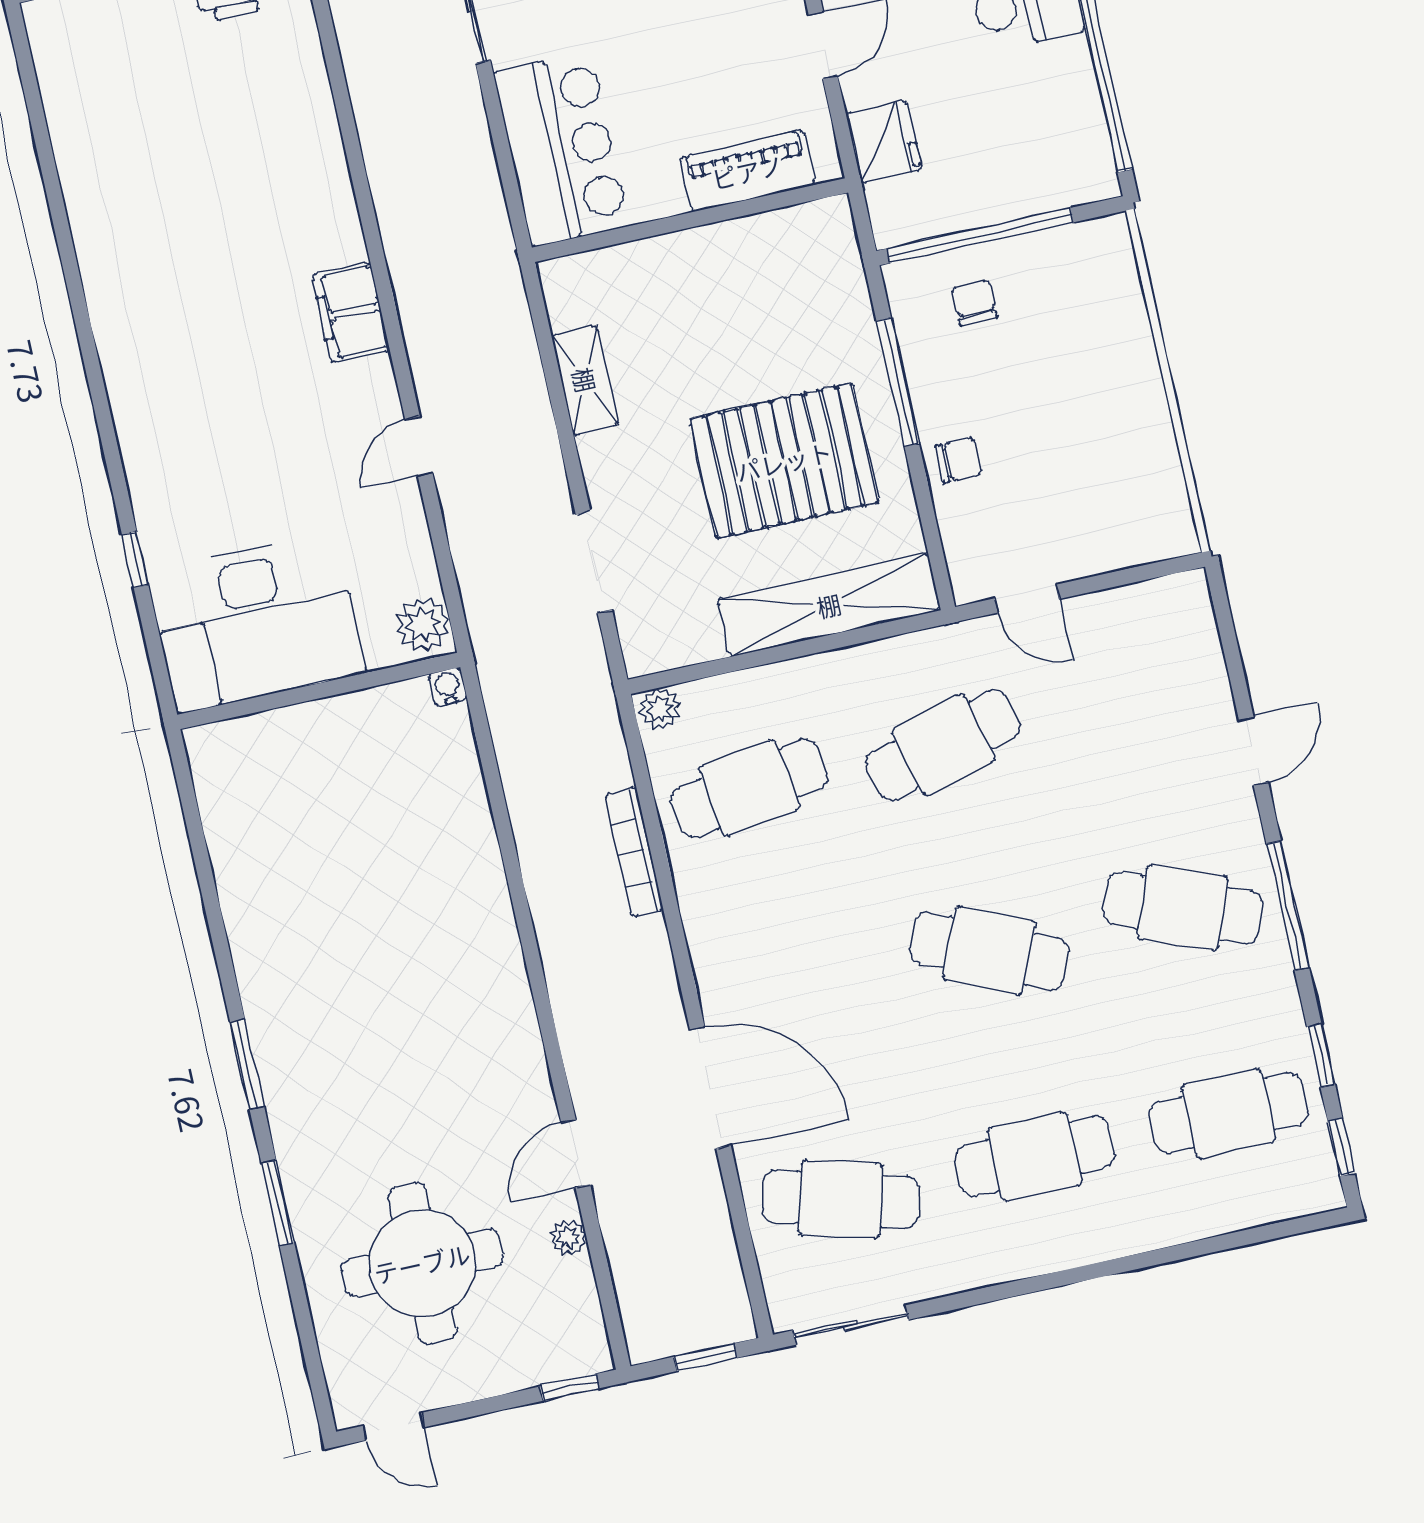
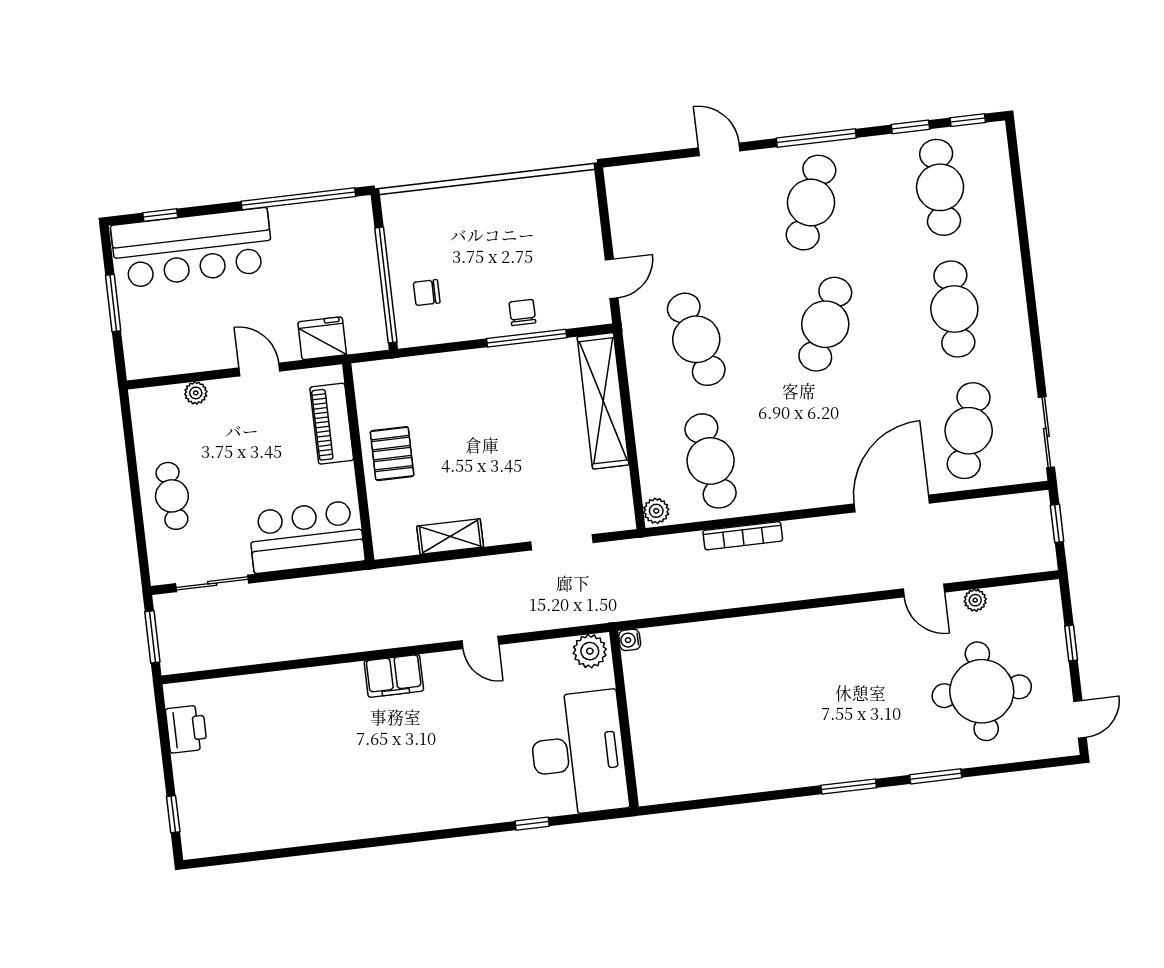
window: (898, 382) -> (527, 338), moved
pallet: (784, 461) -> (392, 454), moved, width x0.49, depth x0.50
window: (569, 1387) -> (1071, 643), moved

